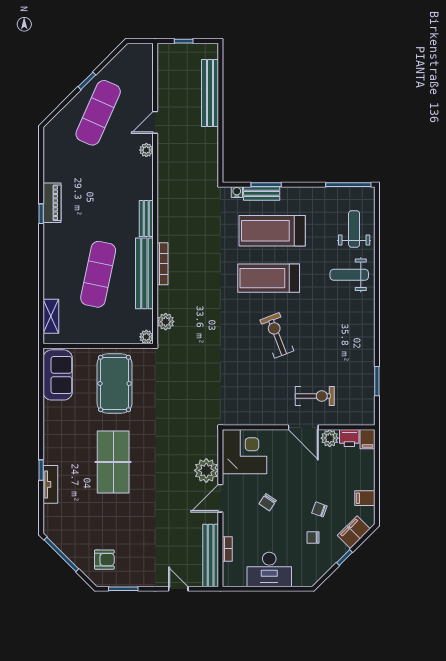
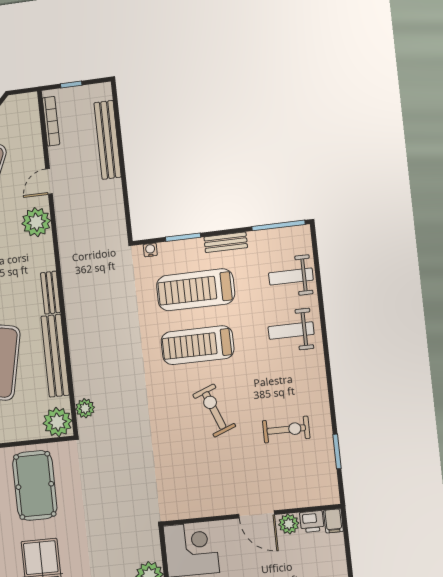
plant: (146, 150) -> (36, 222), width x1.88, depth x1.88
bench: (262, 193) -> (226, 242), moved
weight bench: (354, 229) -> (291, 276), turned -90
bookcase: (163, 264) -> (51, 121), moved
plant: (146, 337) -> (57, 422), width x1.88, depth x1.88
exercise bike: (315, 396) -> (286, 430), moved

